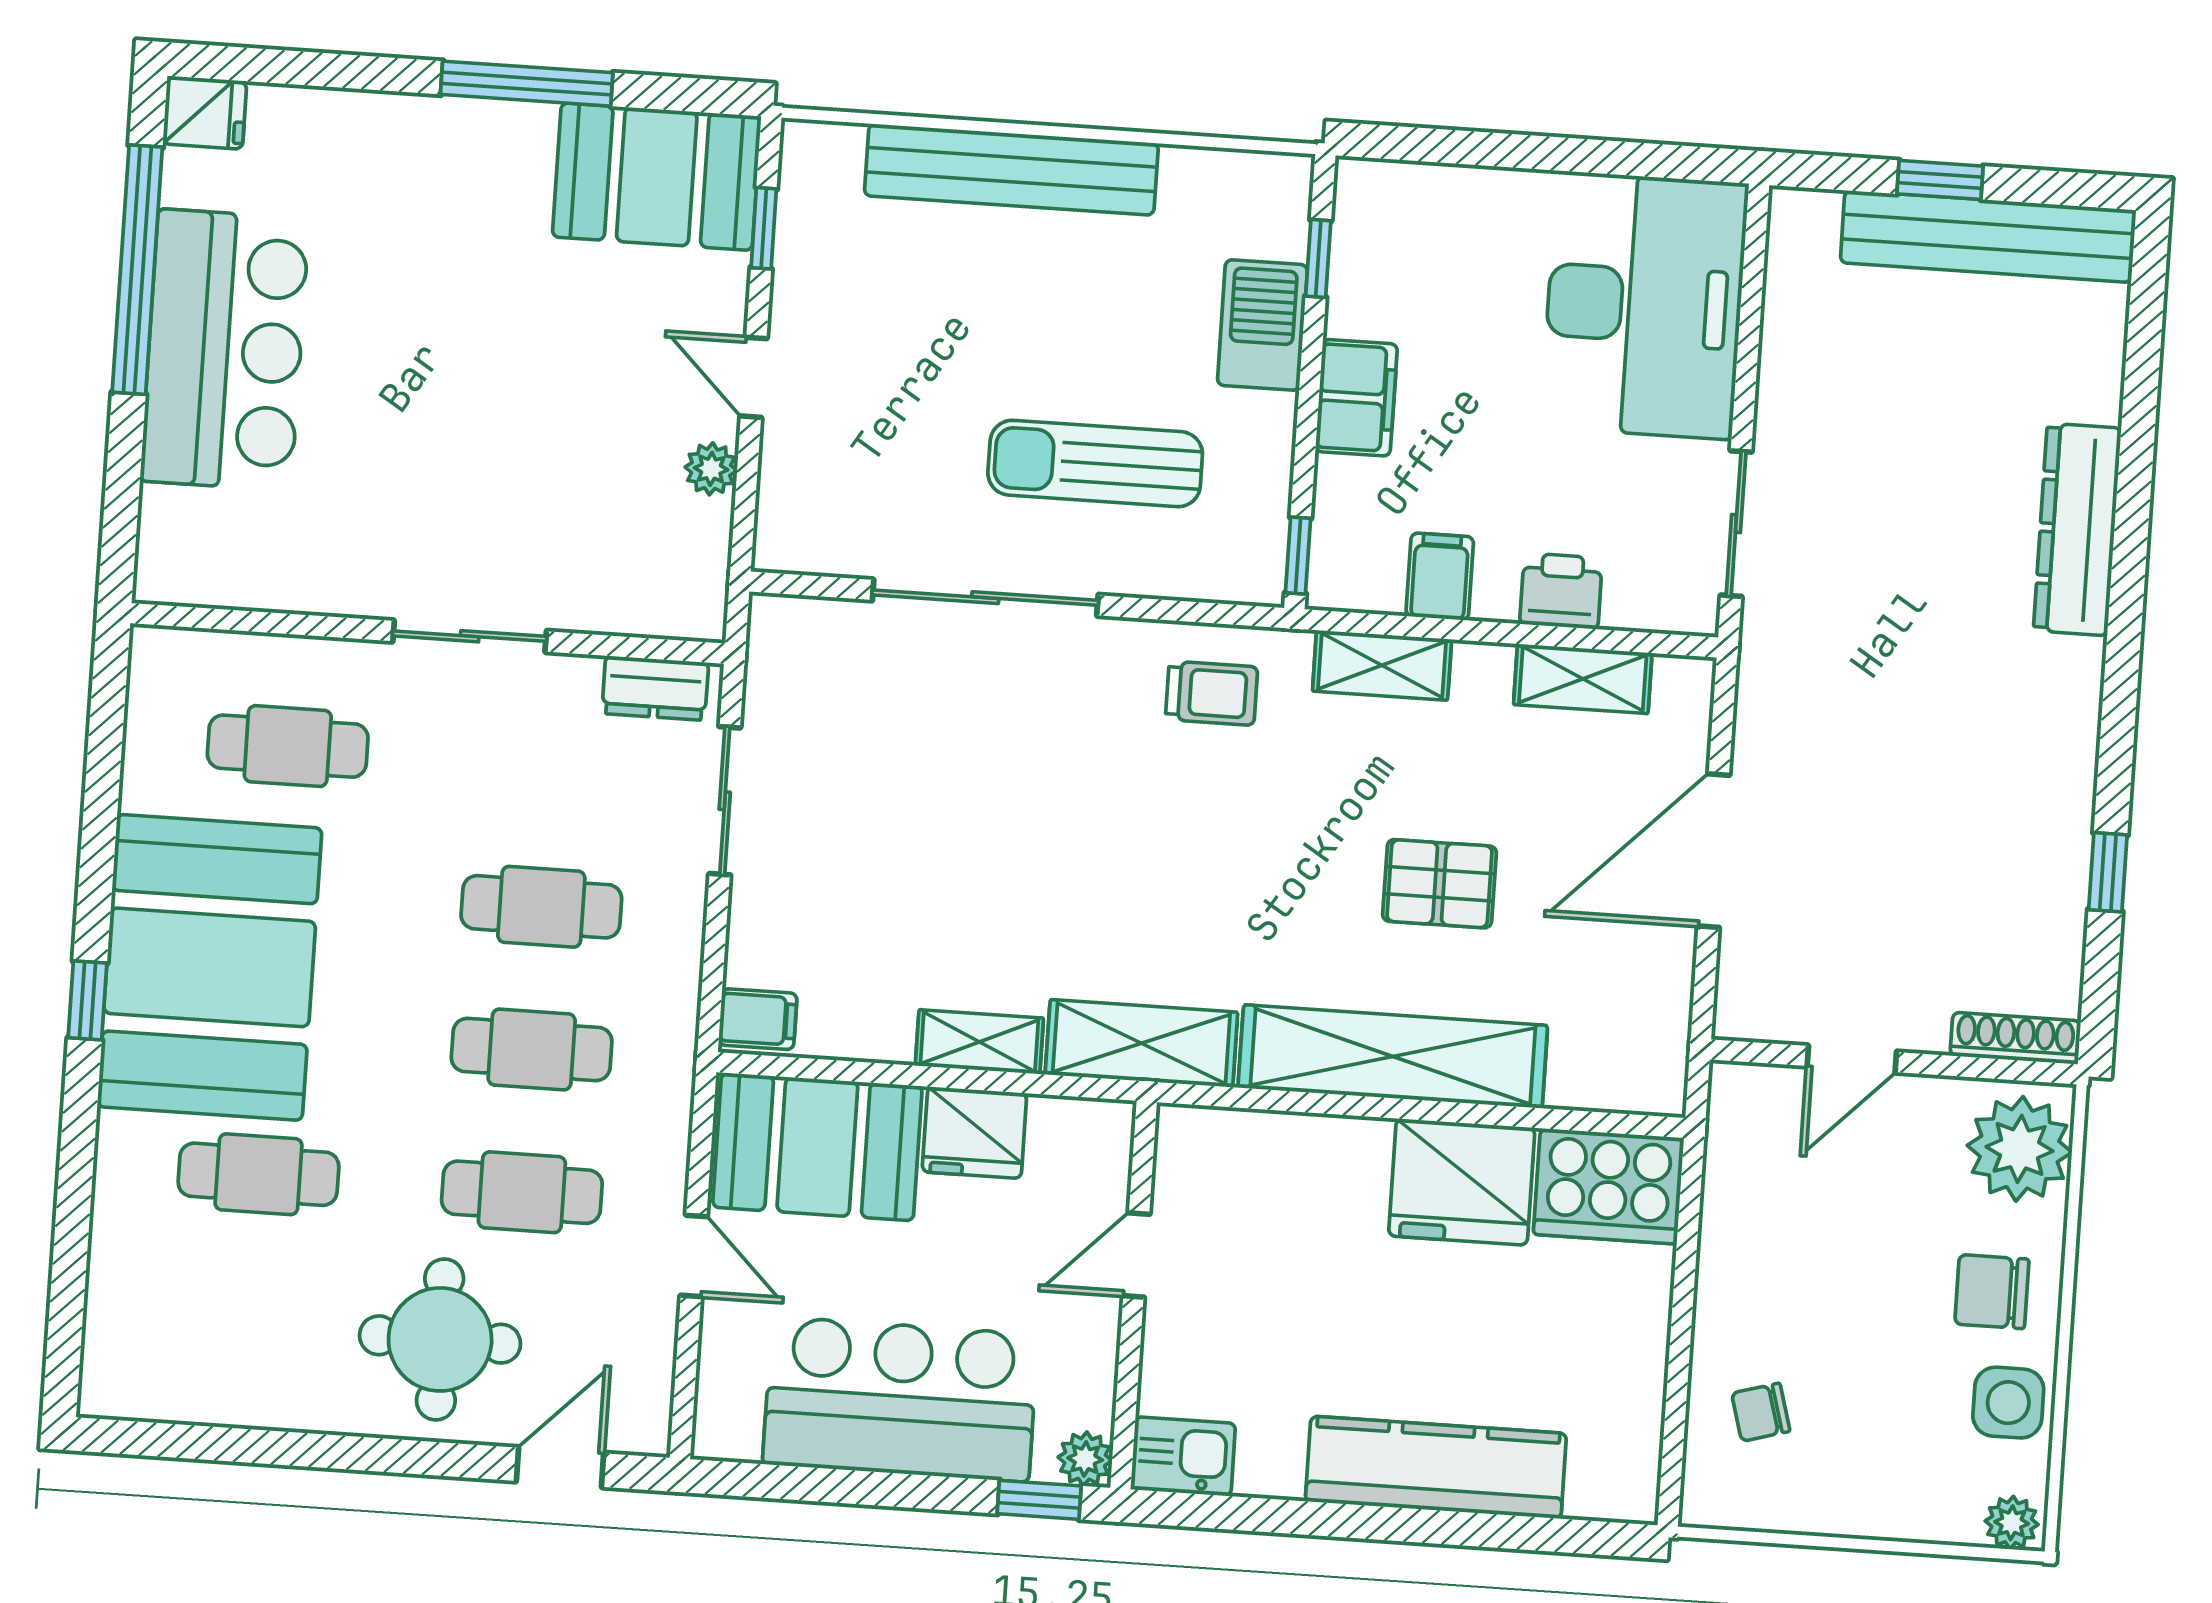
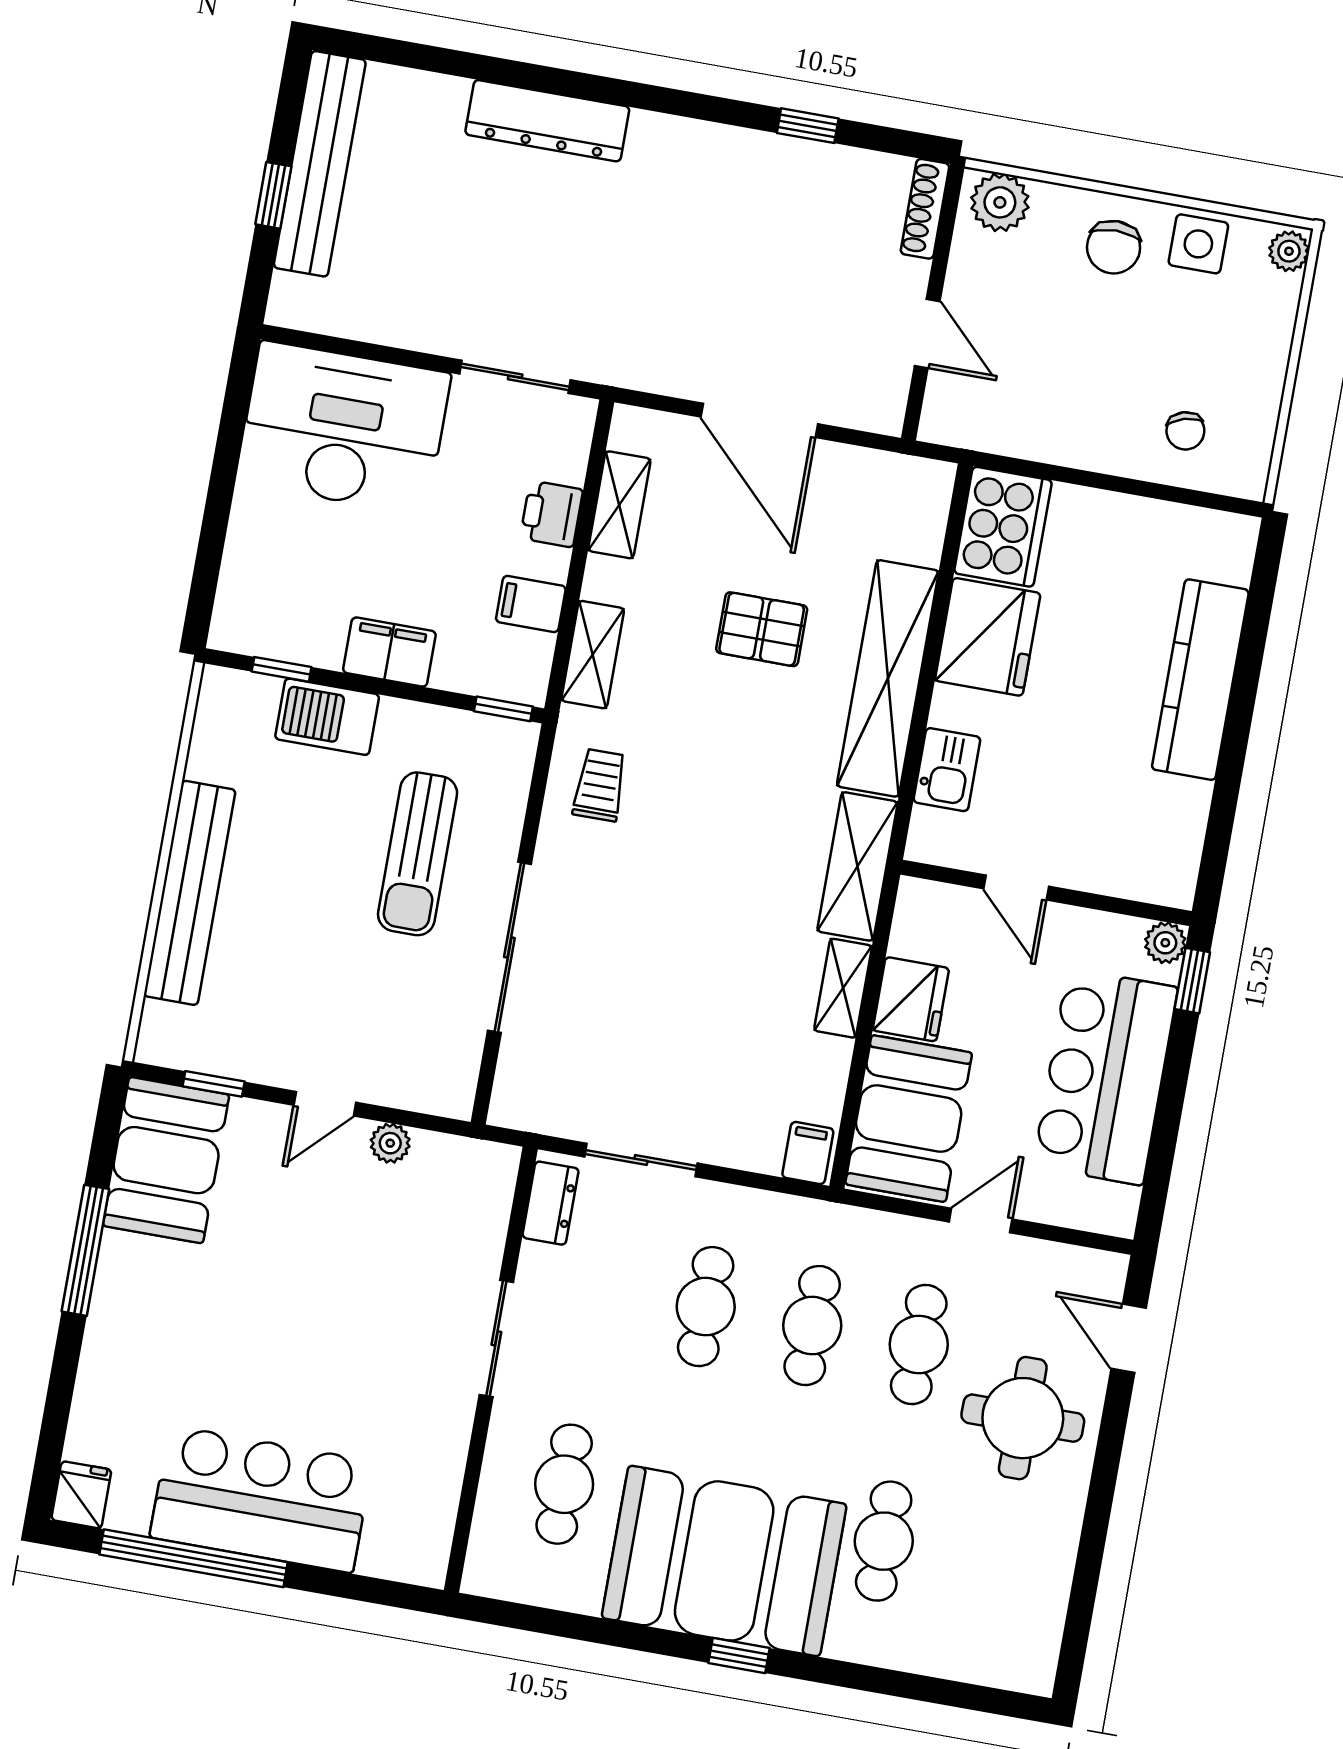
pallet: (1440, 884) -> (762, 629), turned 90
plant: (2020, 1149) -> (1000, 202), width x0.73, depth x0.73
kitchen sink: (1183, 1456) -> (947, 770), moved, turned 180

